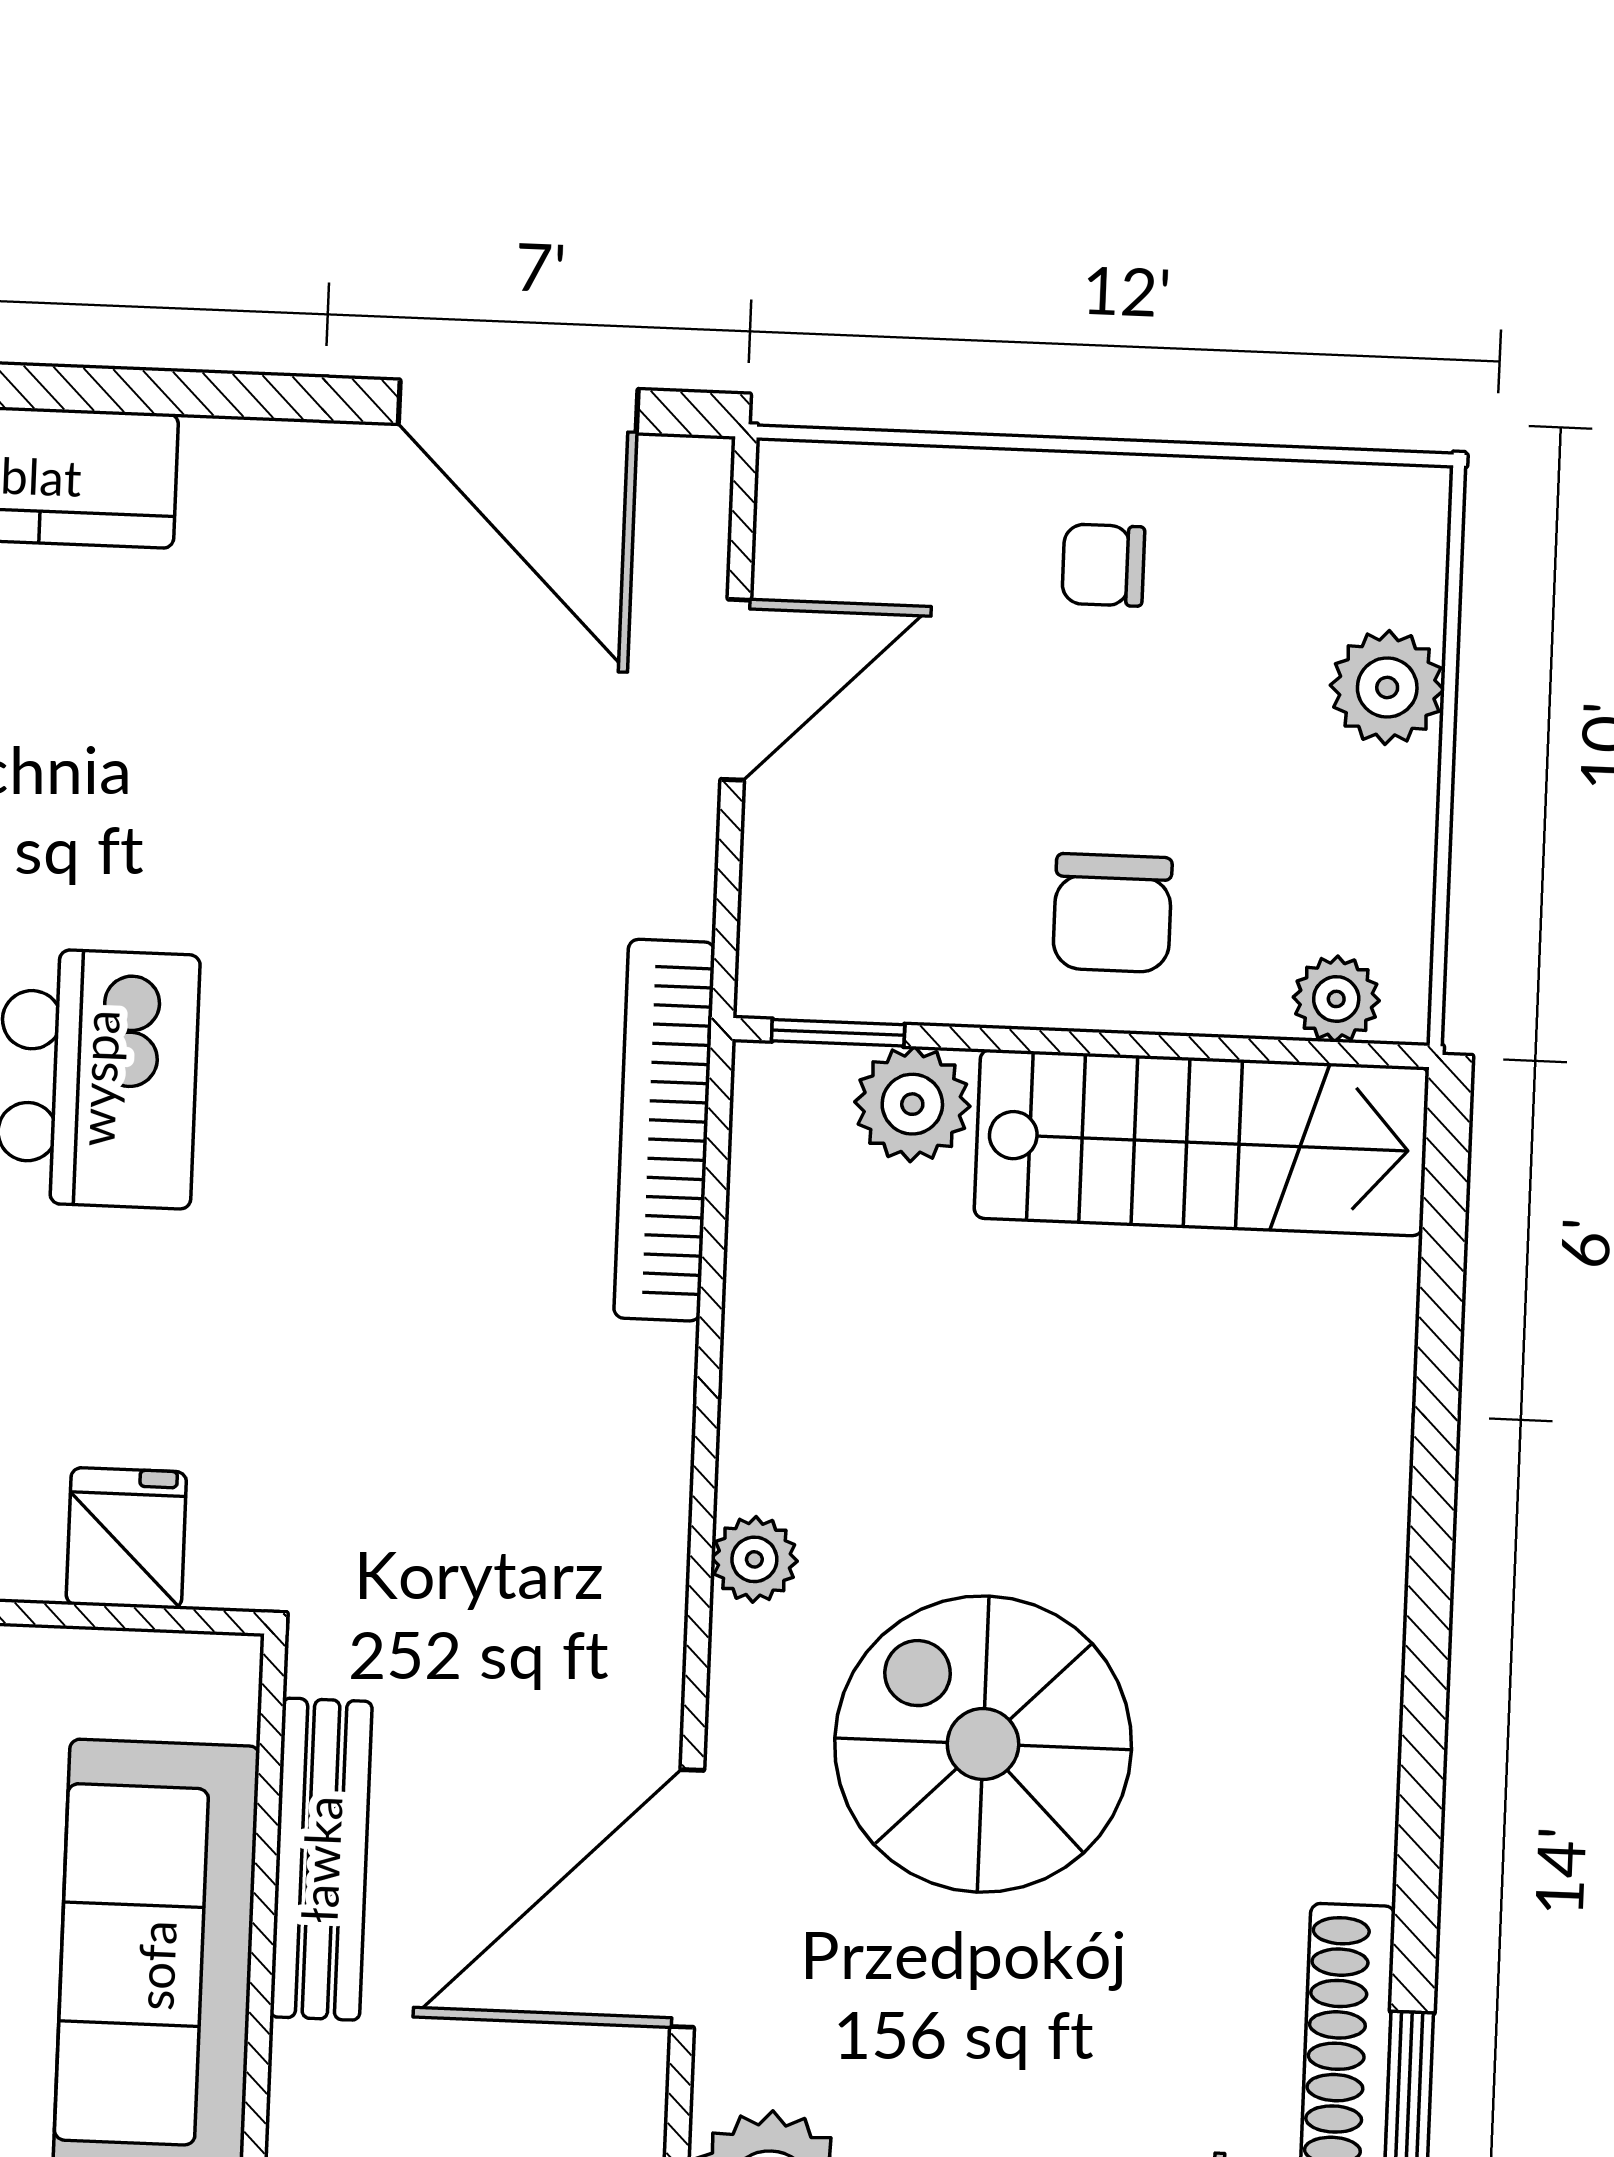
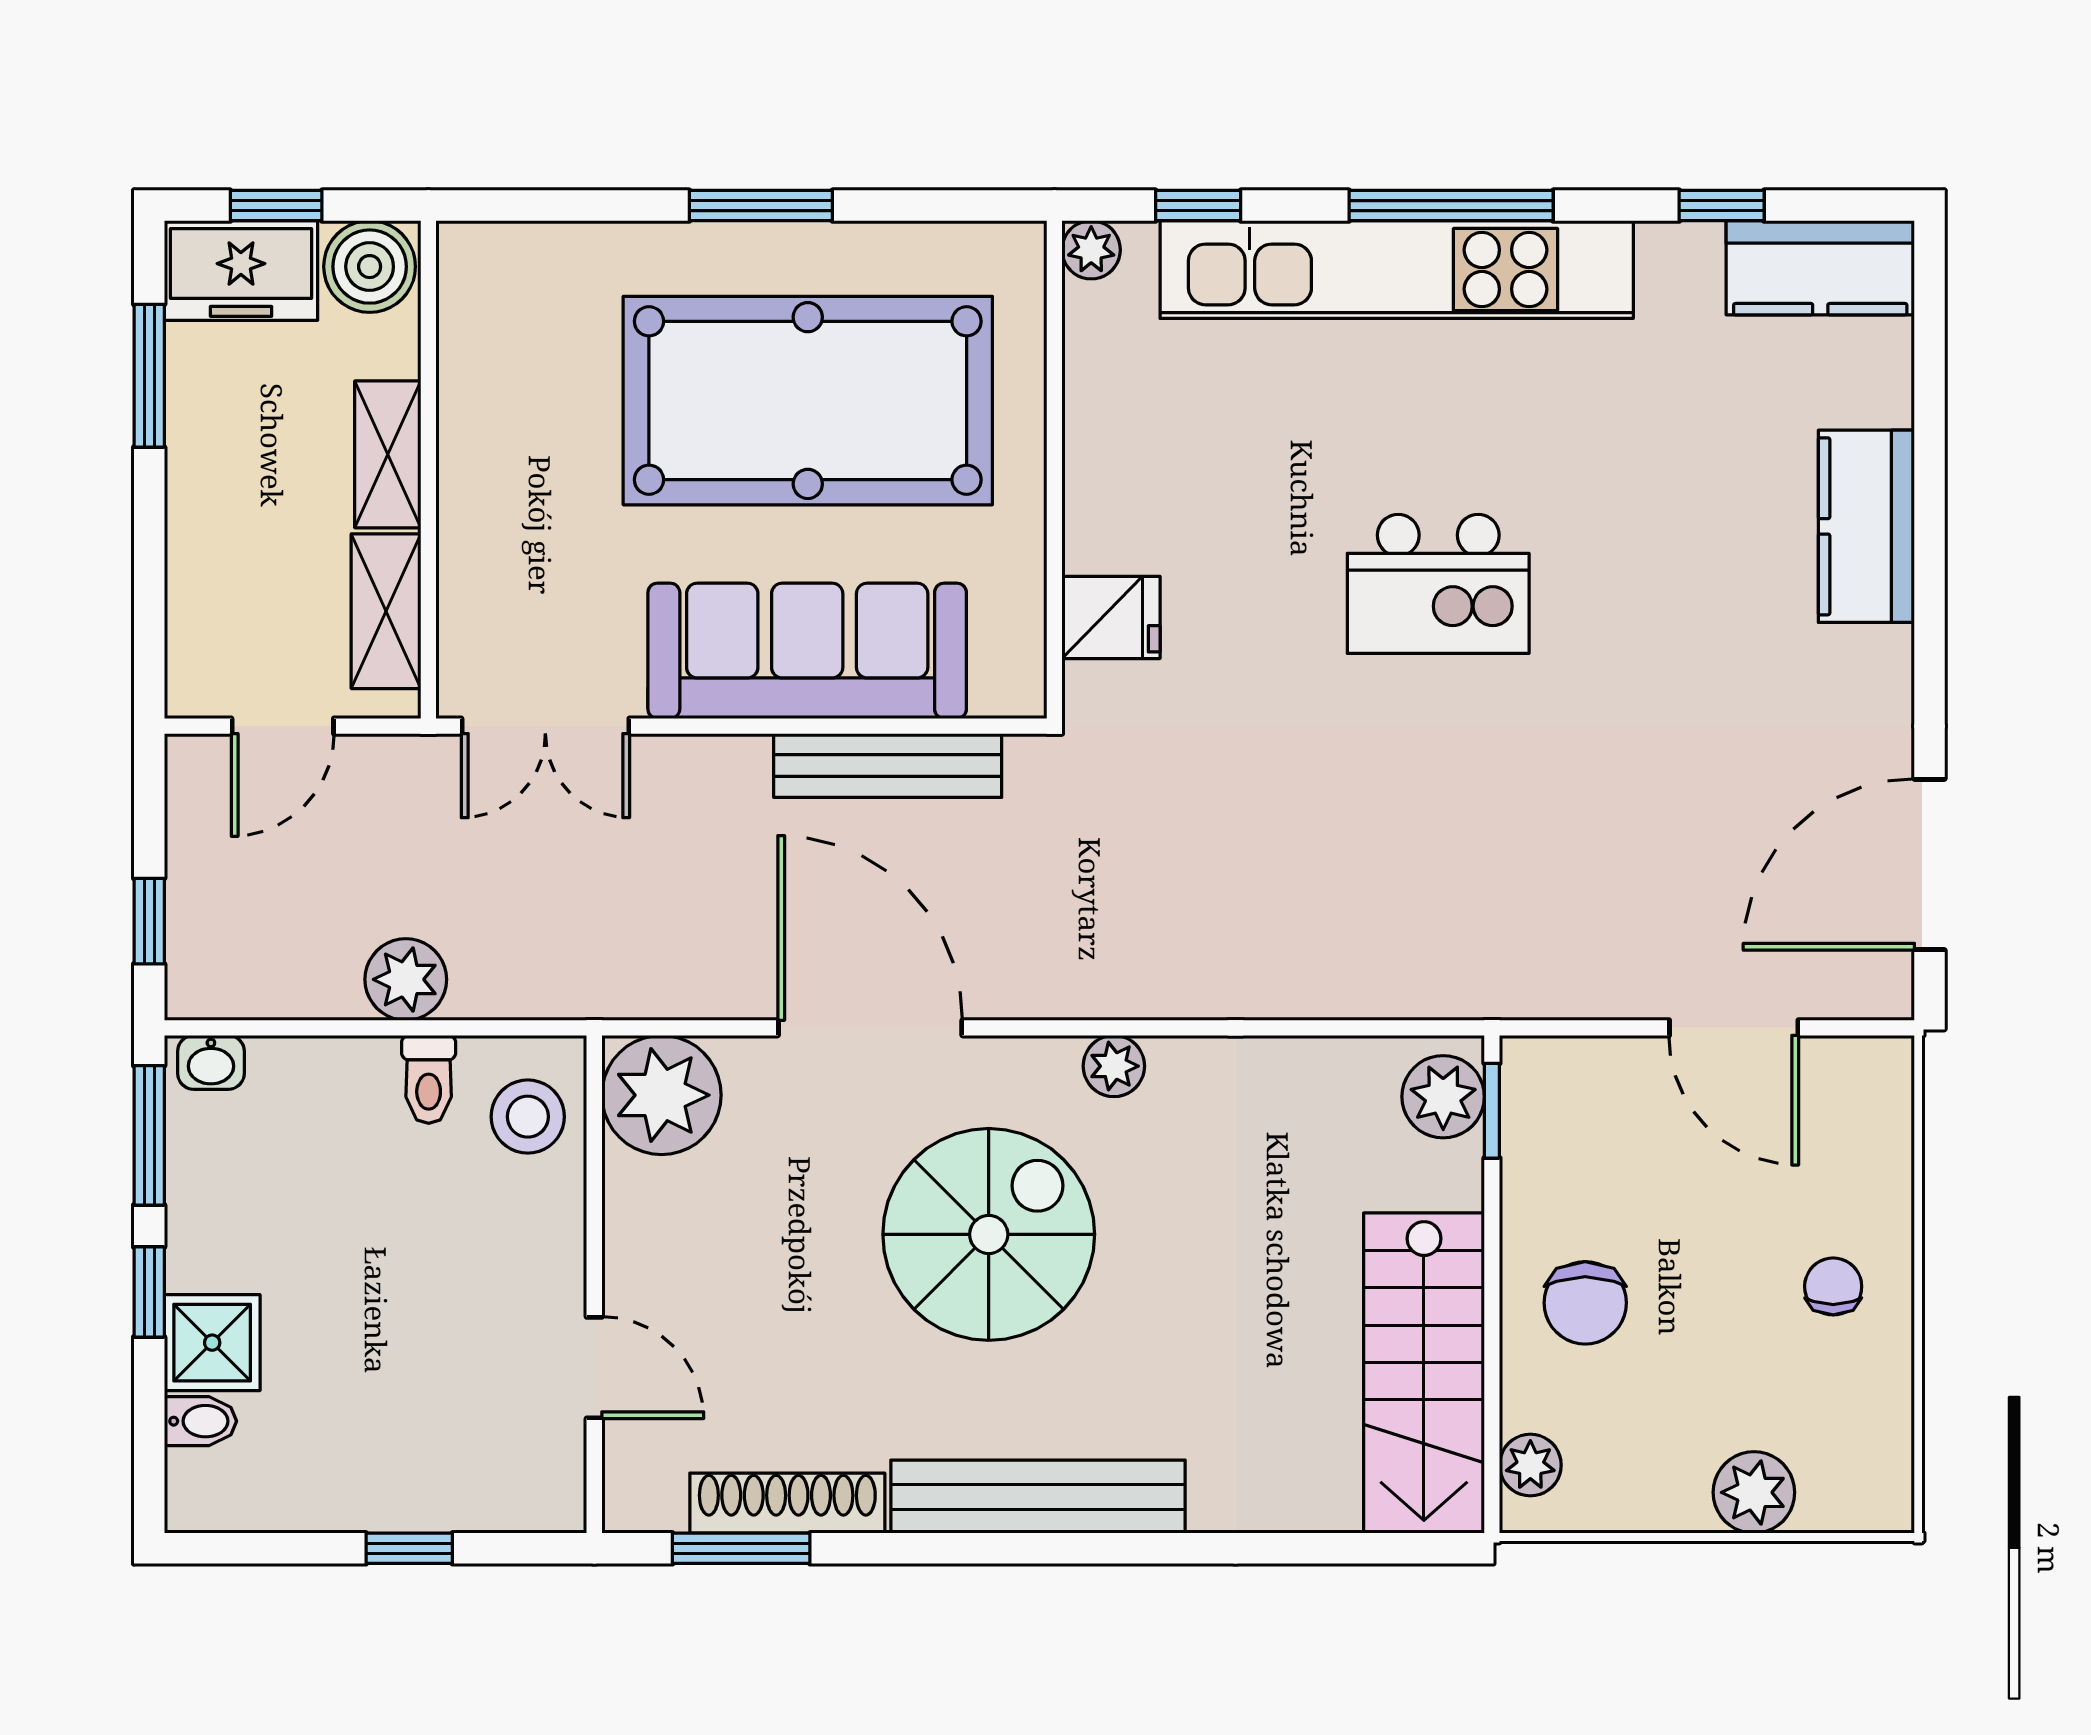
chair: (1112, 913) -> (1585, 1303), turned -90
plant: (912, 1104) -> (1443, 1097), moved
bookcase: (664, 1130) -> (1418, 990), removed
bench: (1353, 1690) -> (1038, 1497), added

